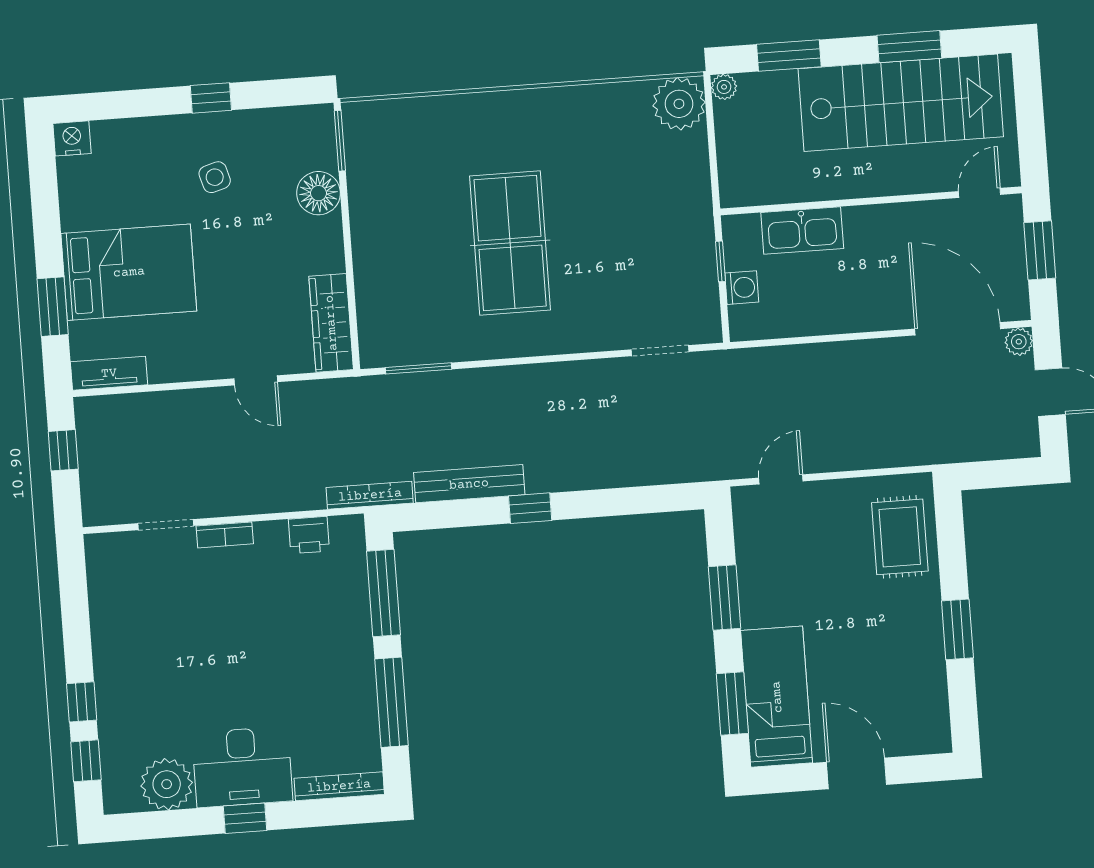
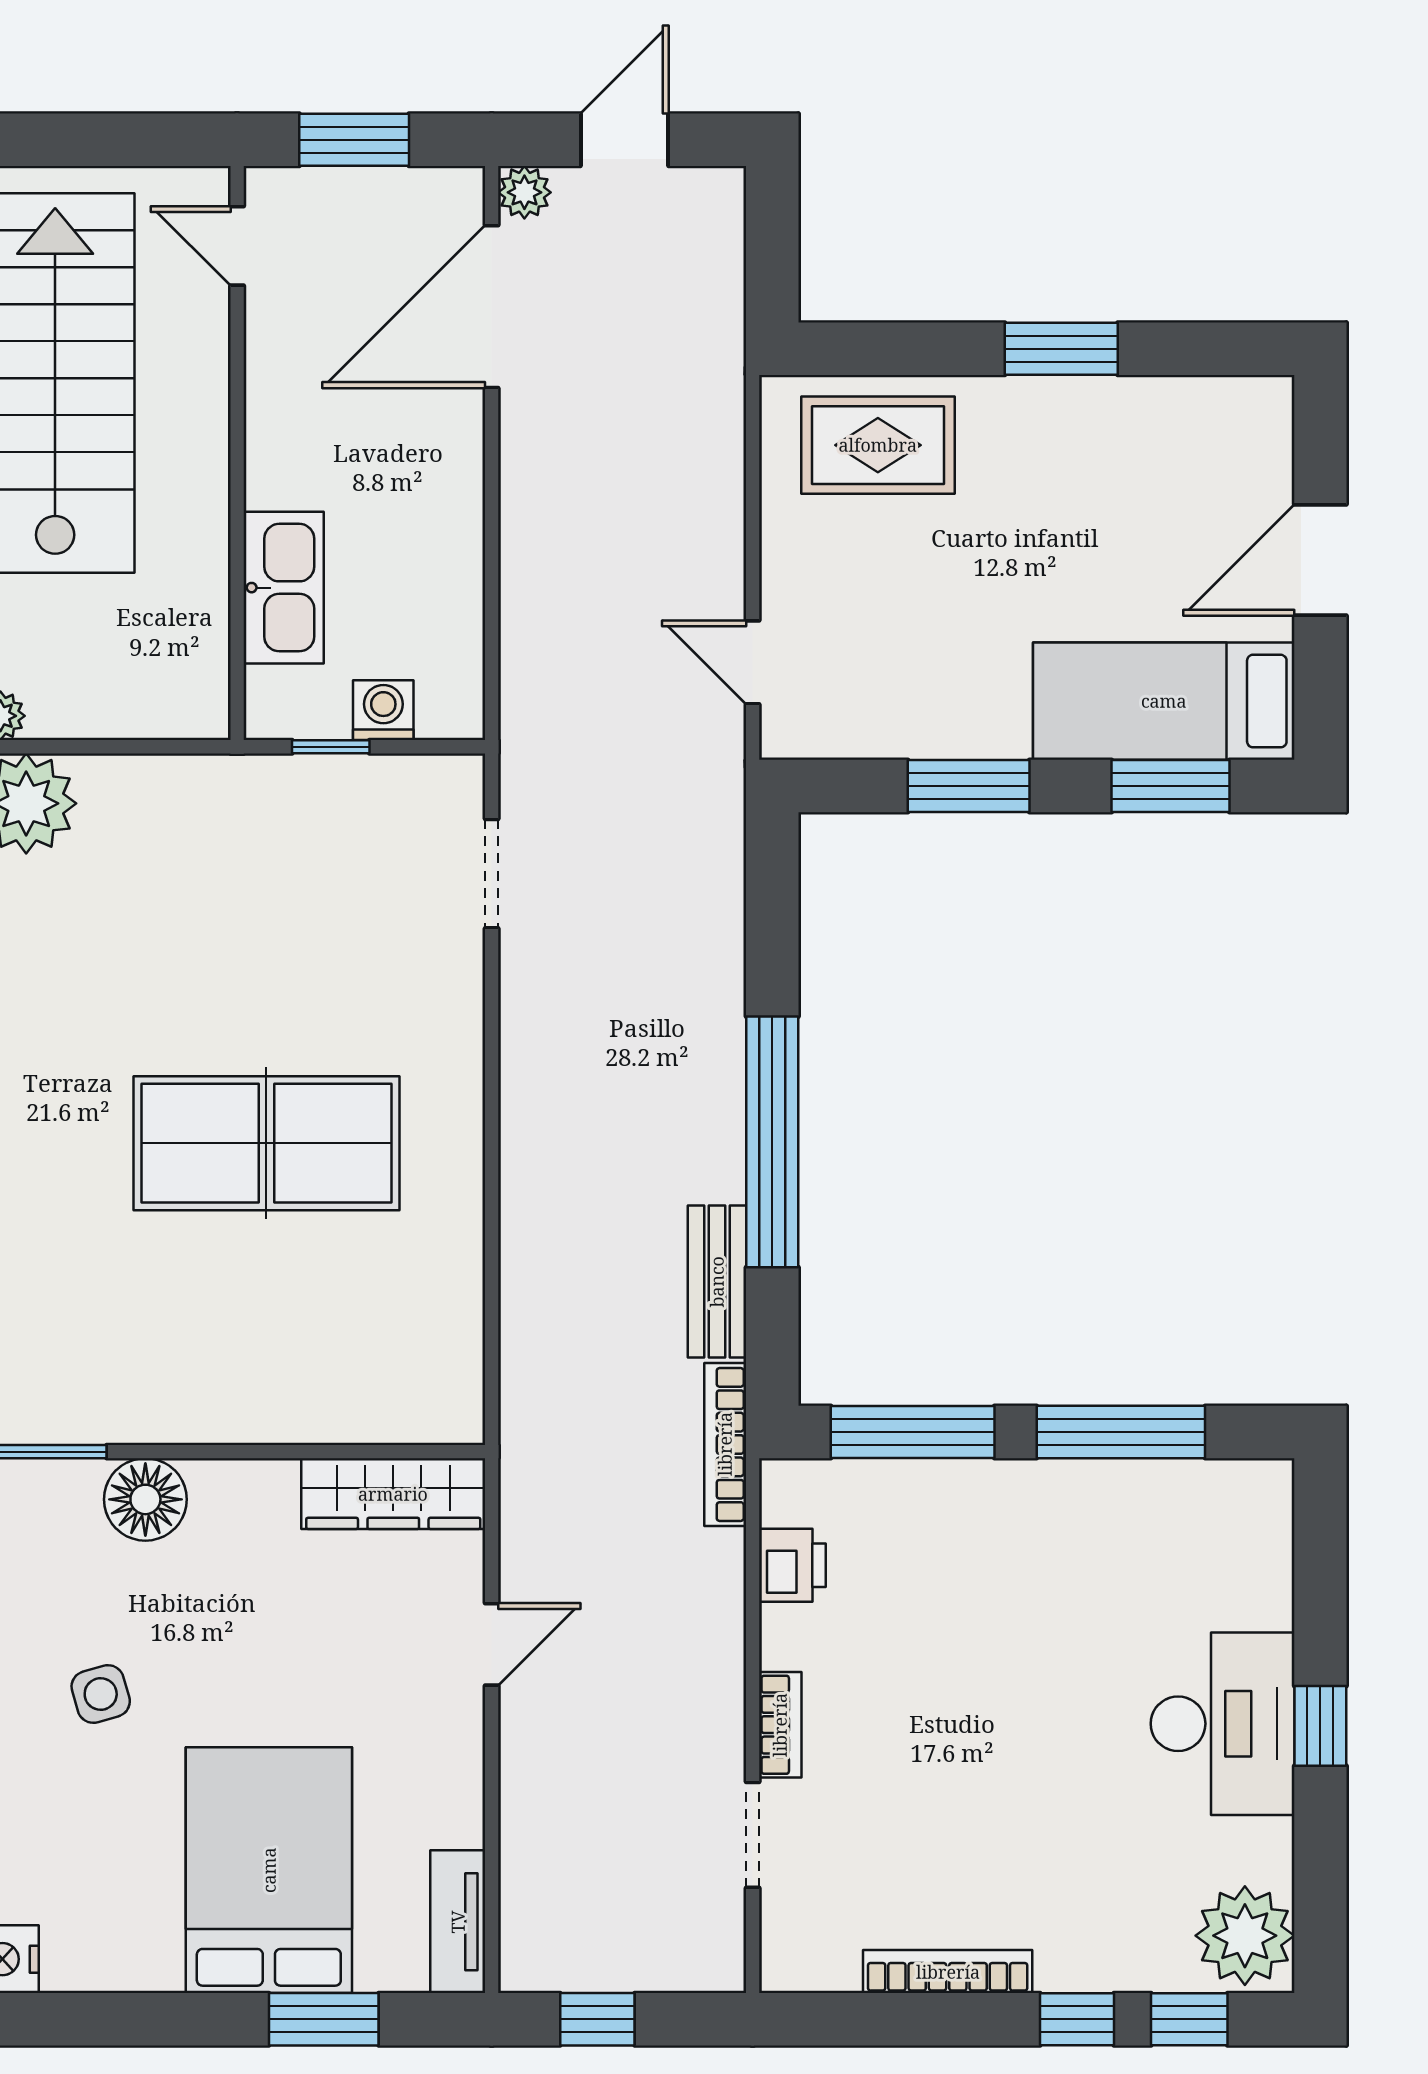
window: (418, 368) -> (492, 1334), removed
bench: (469, 484) -> (717, 1282), width x0.73
window: (530, 508) -> (772, 1142), width x3.17
plant: (167, 784) -> (1245, 1936), moved
bookcase: (339, 786) -> (948, 1972), moved, turned 90

